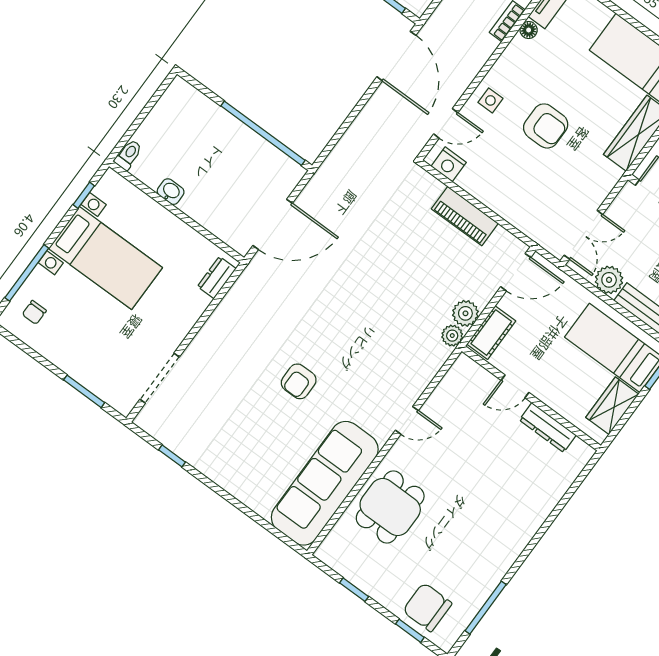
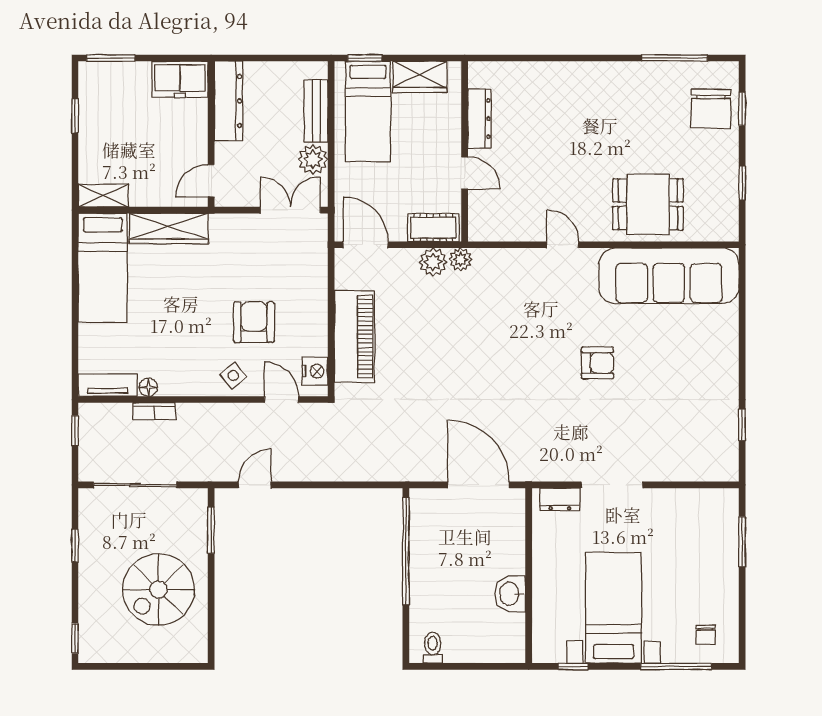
door: (396, 56) -> (255, 485), width x0.53
side table: (490, 100) -> (233, 375), turned -38
armchair: (546, 126) -> (254, 322), moved
toilet: (128, 155) -> (433, 648), moved, turned 90
washbasin: (171, 192) -> (510, 594), width x1.38, depth x1.45
piano: (465, 216) -> (354, 337), width x1.37, depth x1.33
chair: (34, 312) -> (706, 635), turned 90
doorway: (160, 378) -> (612, 485), moved

